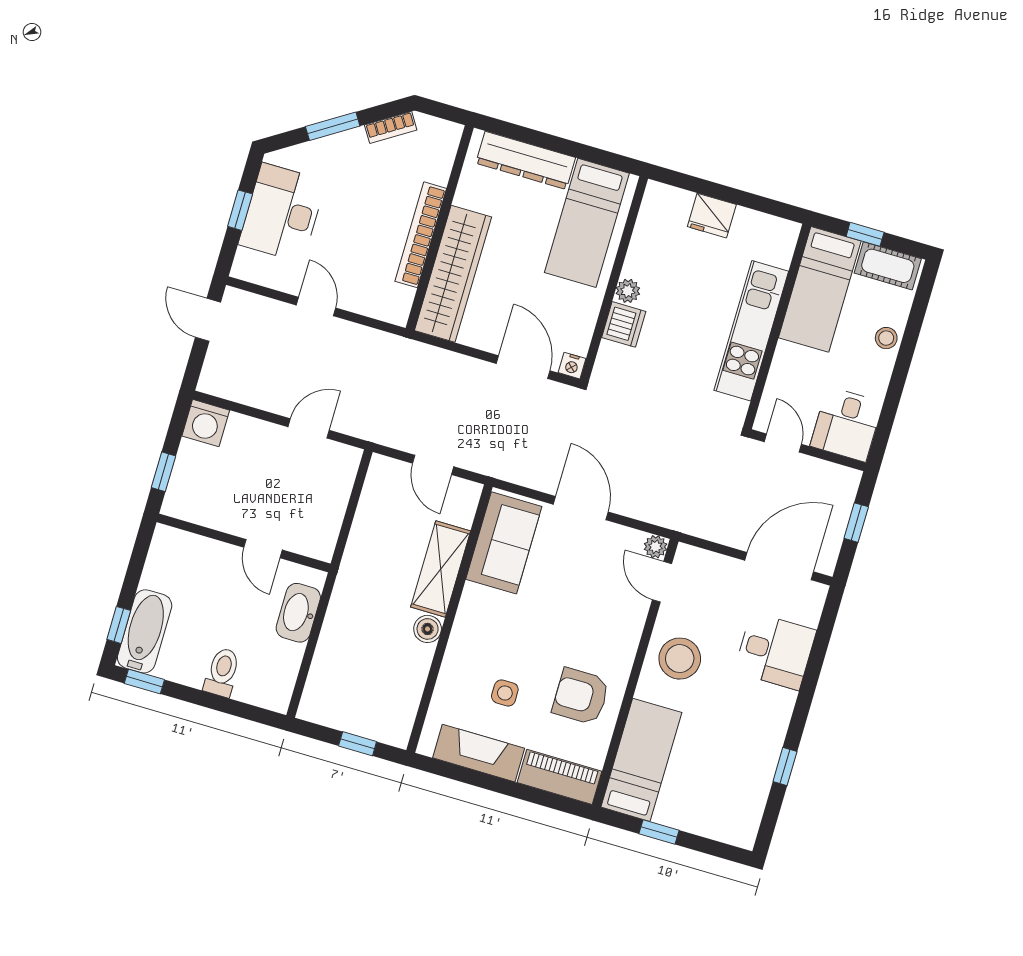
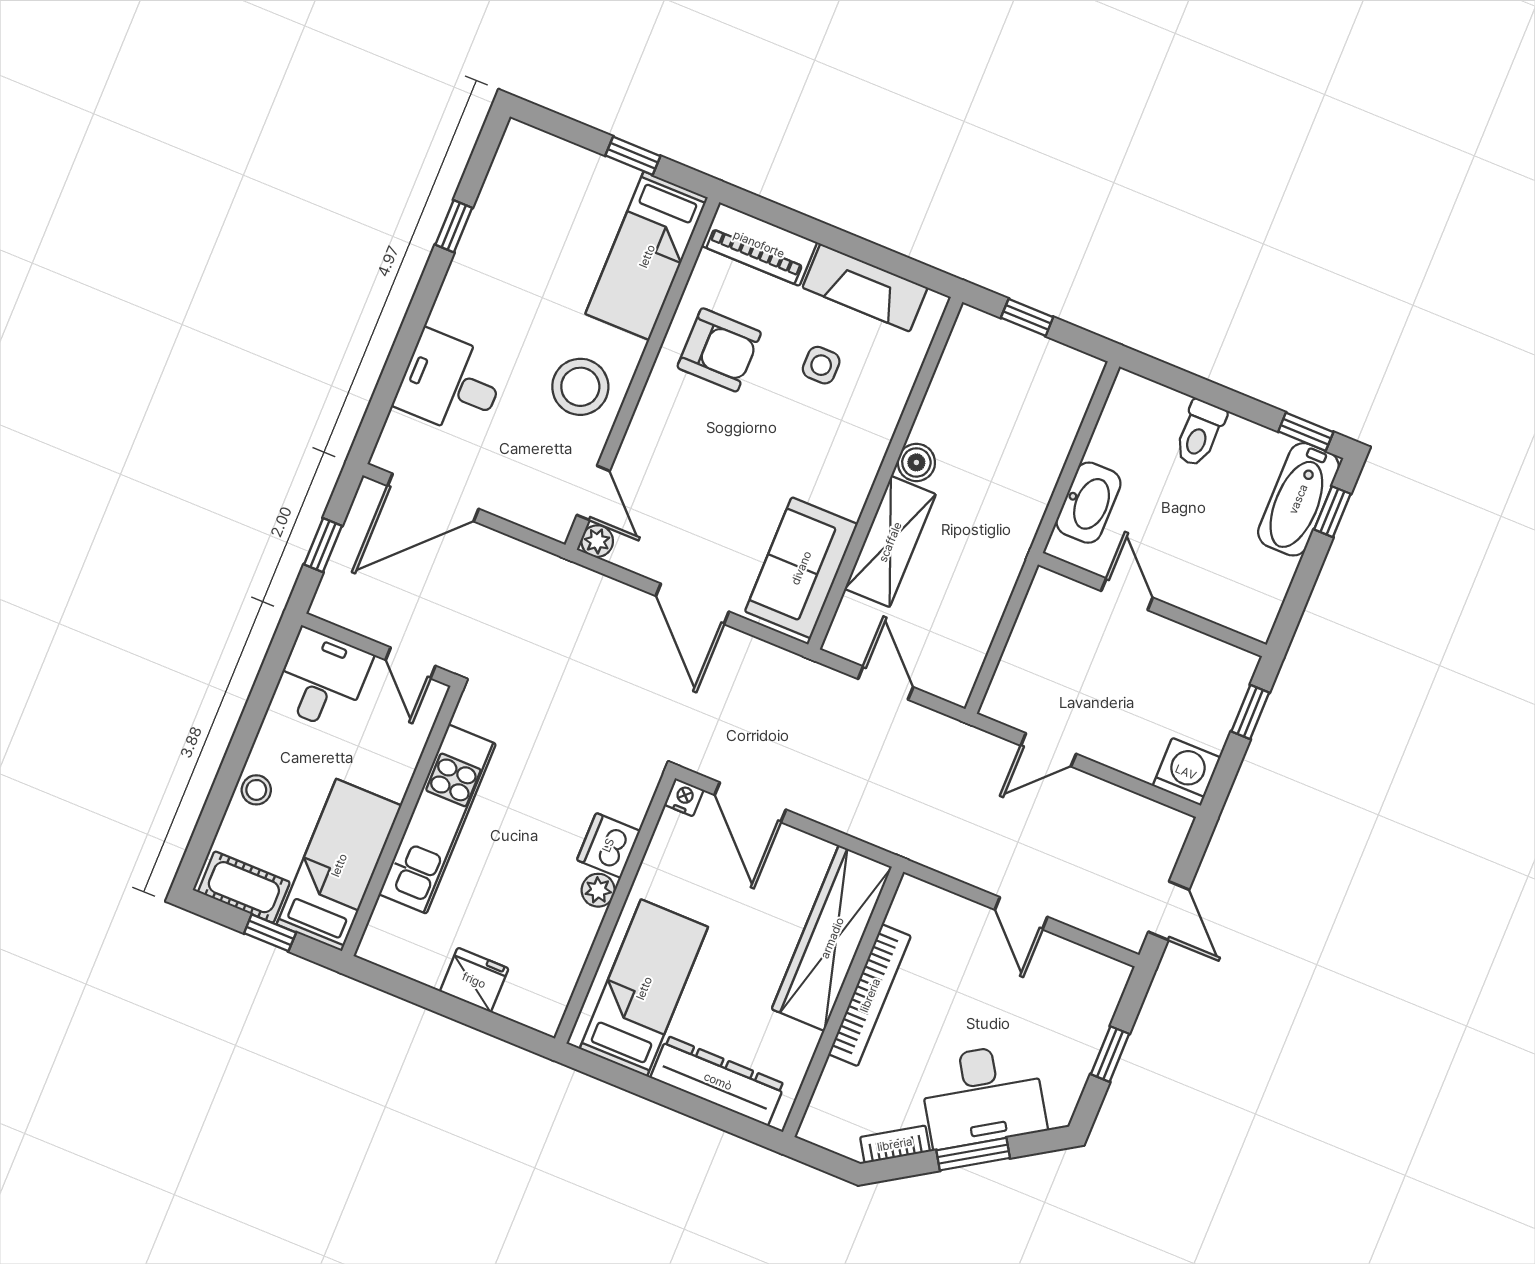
desk: (282, 213) -> (983, 1096), moved, turned 58

